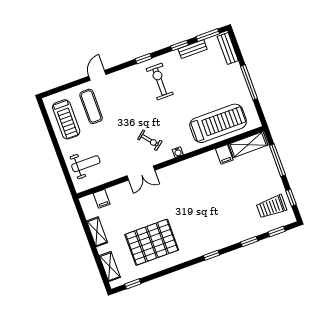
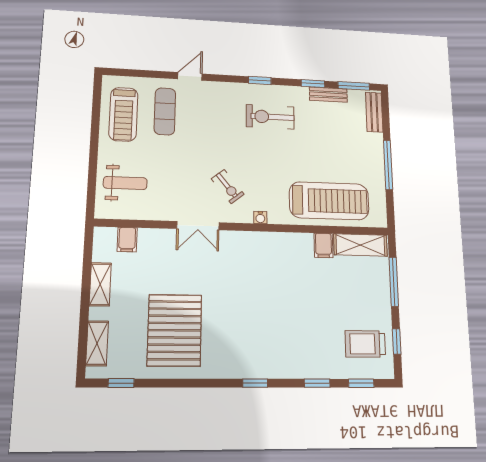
exercise bike: (160, 81) -> (270, 117), turned -90
pallet: (152, 242) -> (175, 330), turned 90

